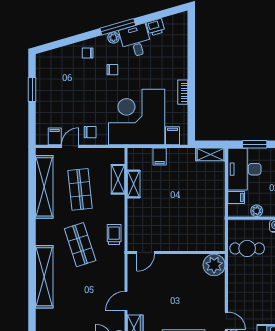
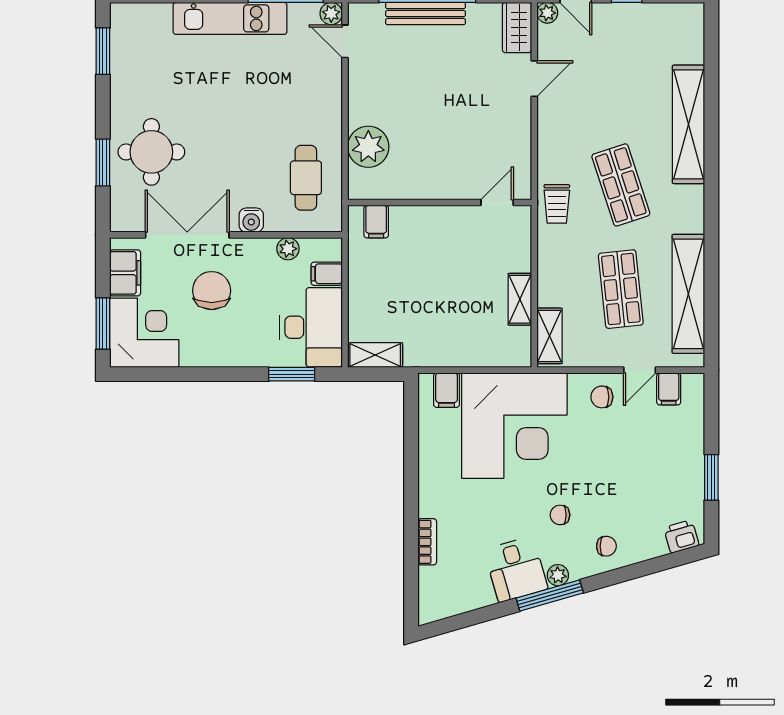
printer: (156, 27) -> (681, 536), moved
bookcase: (183, 92) -> (427, 542), moved
filing cabinet: (160, 156) -> (376, 222), moved, turned 180
shelving: (118, 179) -> (549, 336), moved
cafe table: (247, 248) -> (306, 178), turned 90
door: (146, 253) -> (497, 202), moved
wall: (176, 253) -> (440, 202), moved

